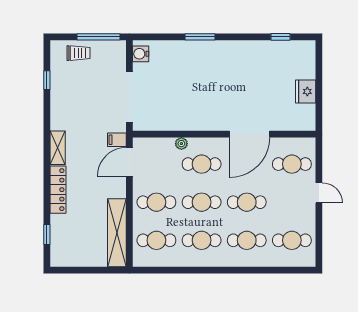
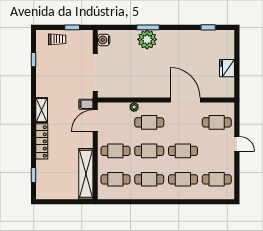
window: (98, 37) -> (72, 27), width x0.46
plant: (199, 53) -> (147, 39), added
door: (250, 134) -> (185, 100), swing flipped

